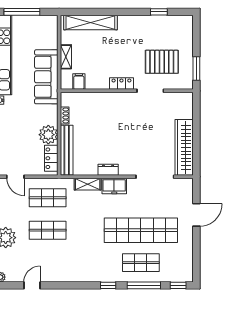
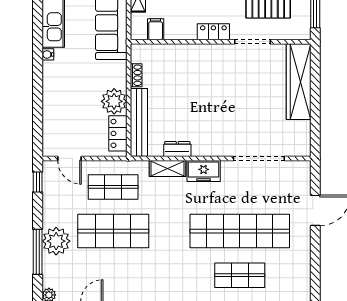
wardrobe: (184, 147) -> (299, 82), moved
dresser: (108, 170) -> (177, 149), moved
shop shelf: (48, 230) -> (113, 231), width x1.43, depth x1.36

